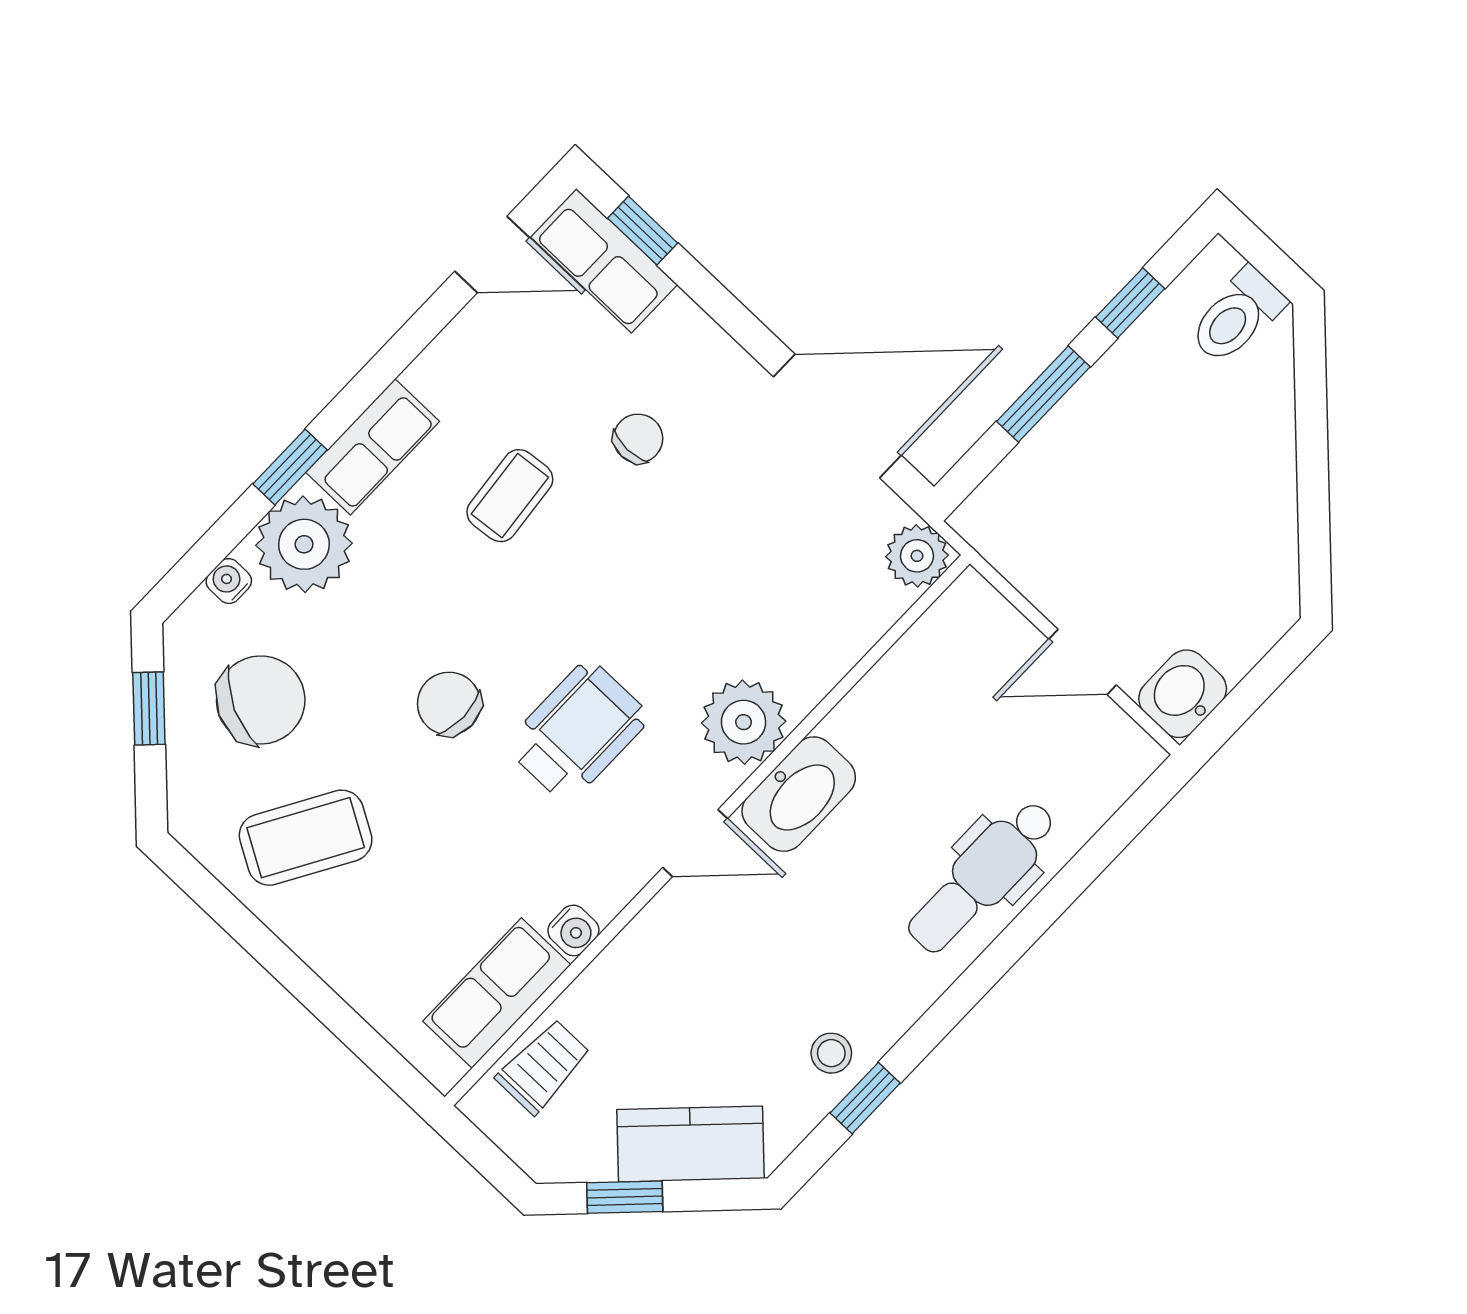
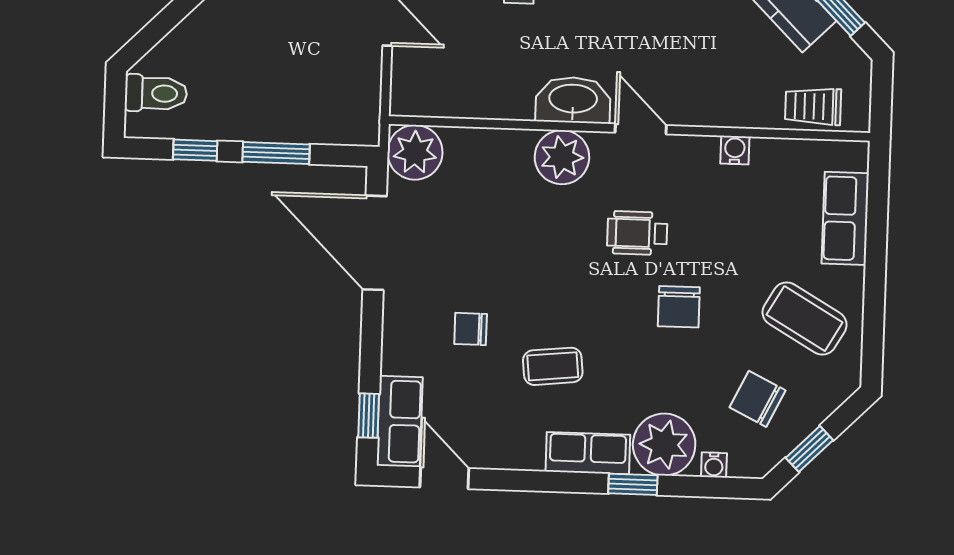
plant: (917, 556) -> (415, 152), width x1.36, depth x1.36
chair: (261, 700) -> (758, 399), width x0.73, depth x0.73
wheelchair: (578, 731) -> (637, 233), width x0.73, depth x0.73
row of seats: (497, 993) -> (845, 218), moved, turned 90

